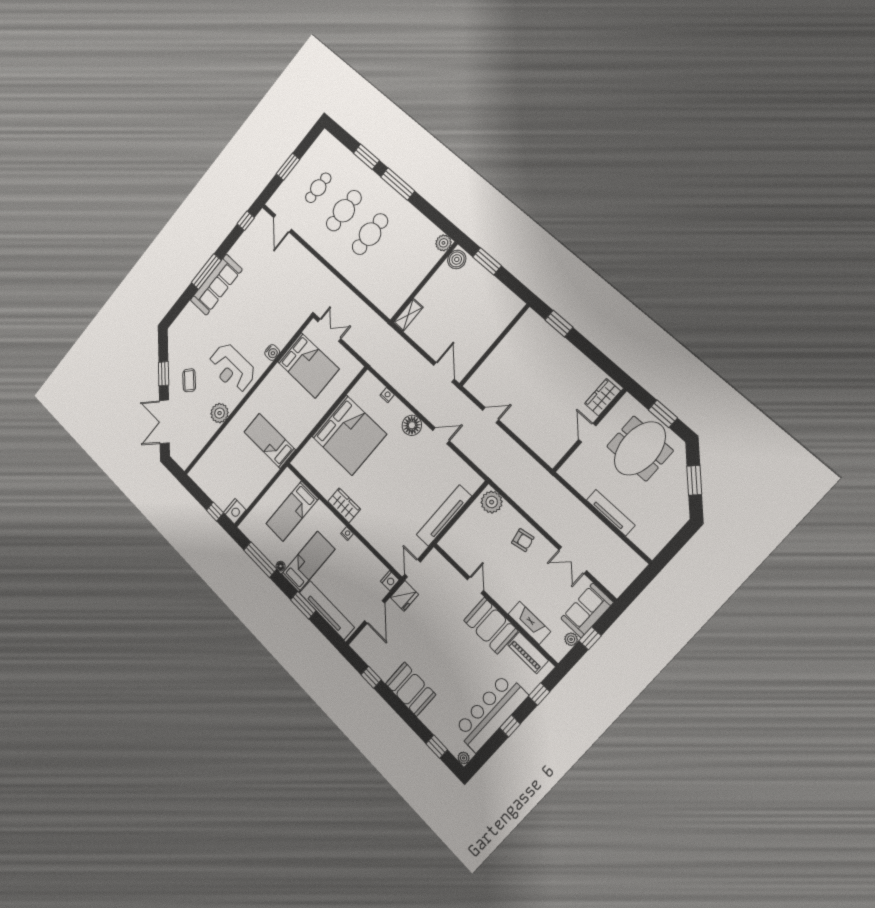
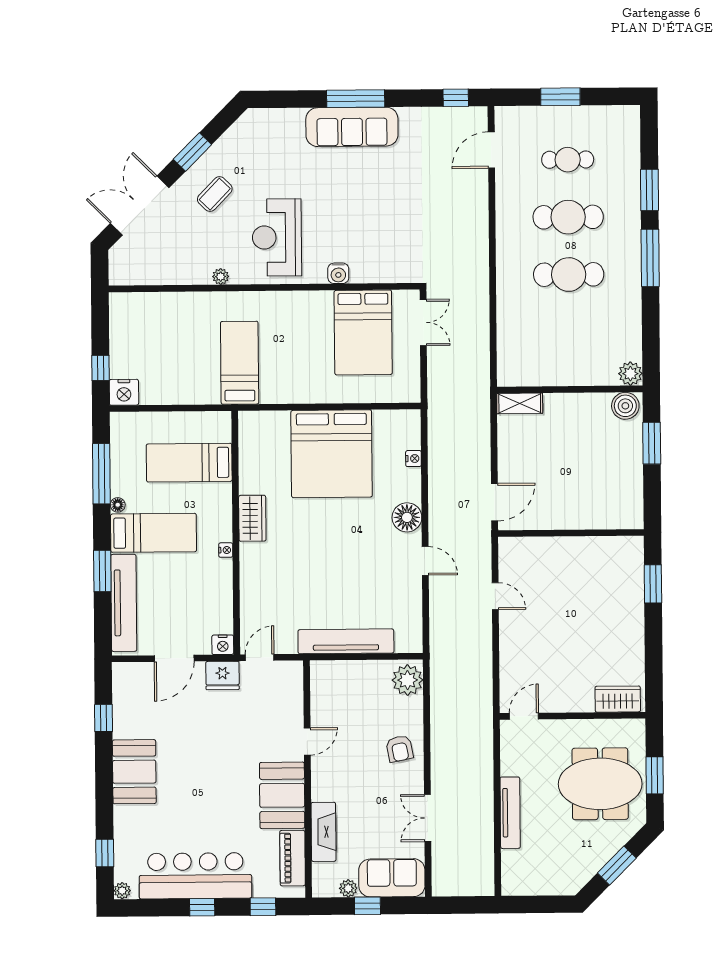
plant: (220, 413) -> (221, 277), width x0.53, depth x0.53
door: (587, 433) -> (524, 716), moved

